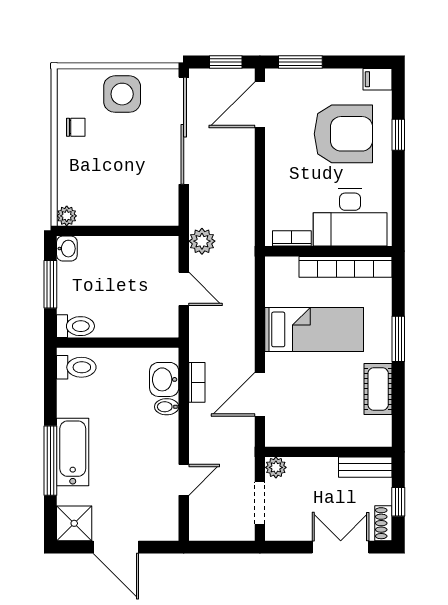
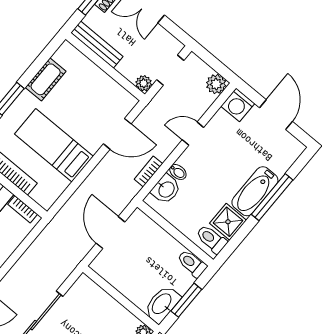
plant: (202, 241) -> (216, 84), moved
washbasin: (67, 249) -> (162, 304), width x1.91, depth x1.45
door: (184, 289) -> (110, 233), width x1.38
bench: (365, 467) -> (97, 45), width x1.36
door: (184, 480) -> (193, 134), moved
shower: (74, 523) -> (228, 222), moved
washing machine: (163, 525) -> (238, 105), added

